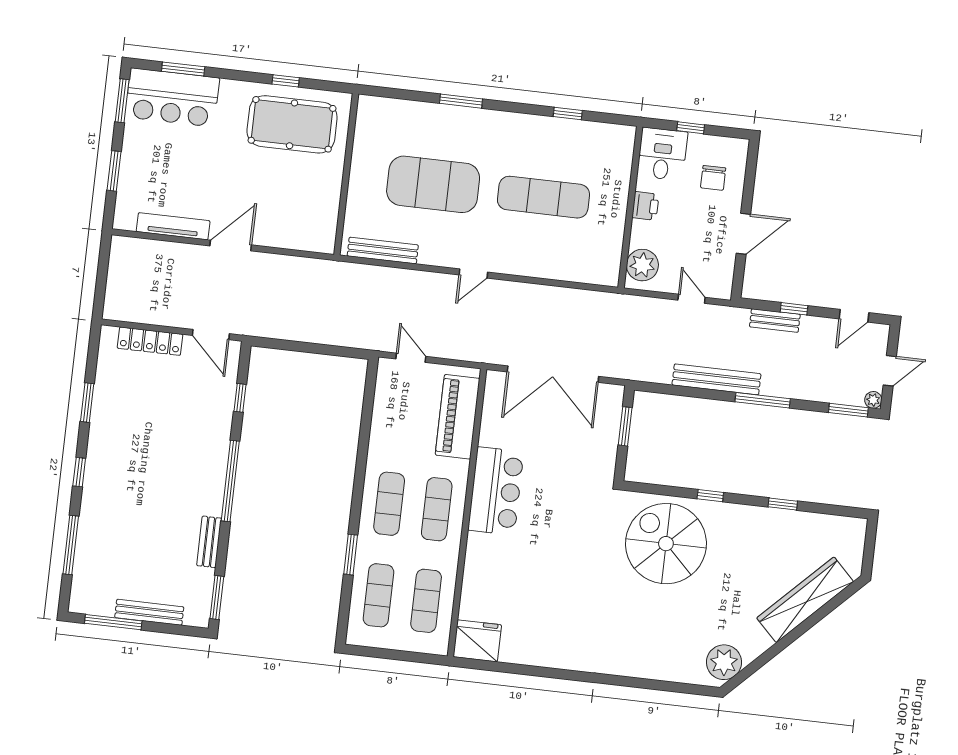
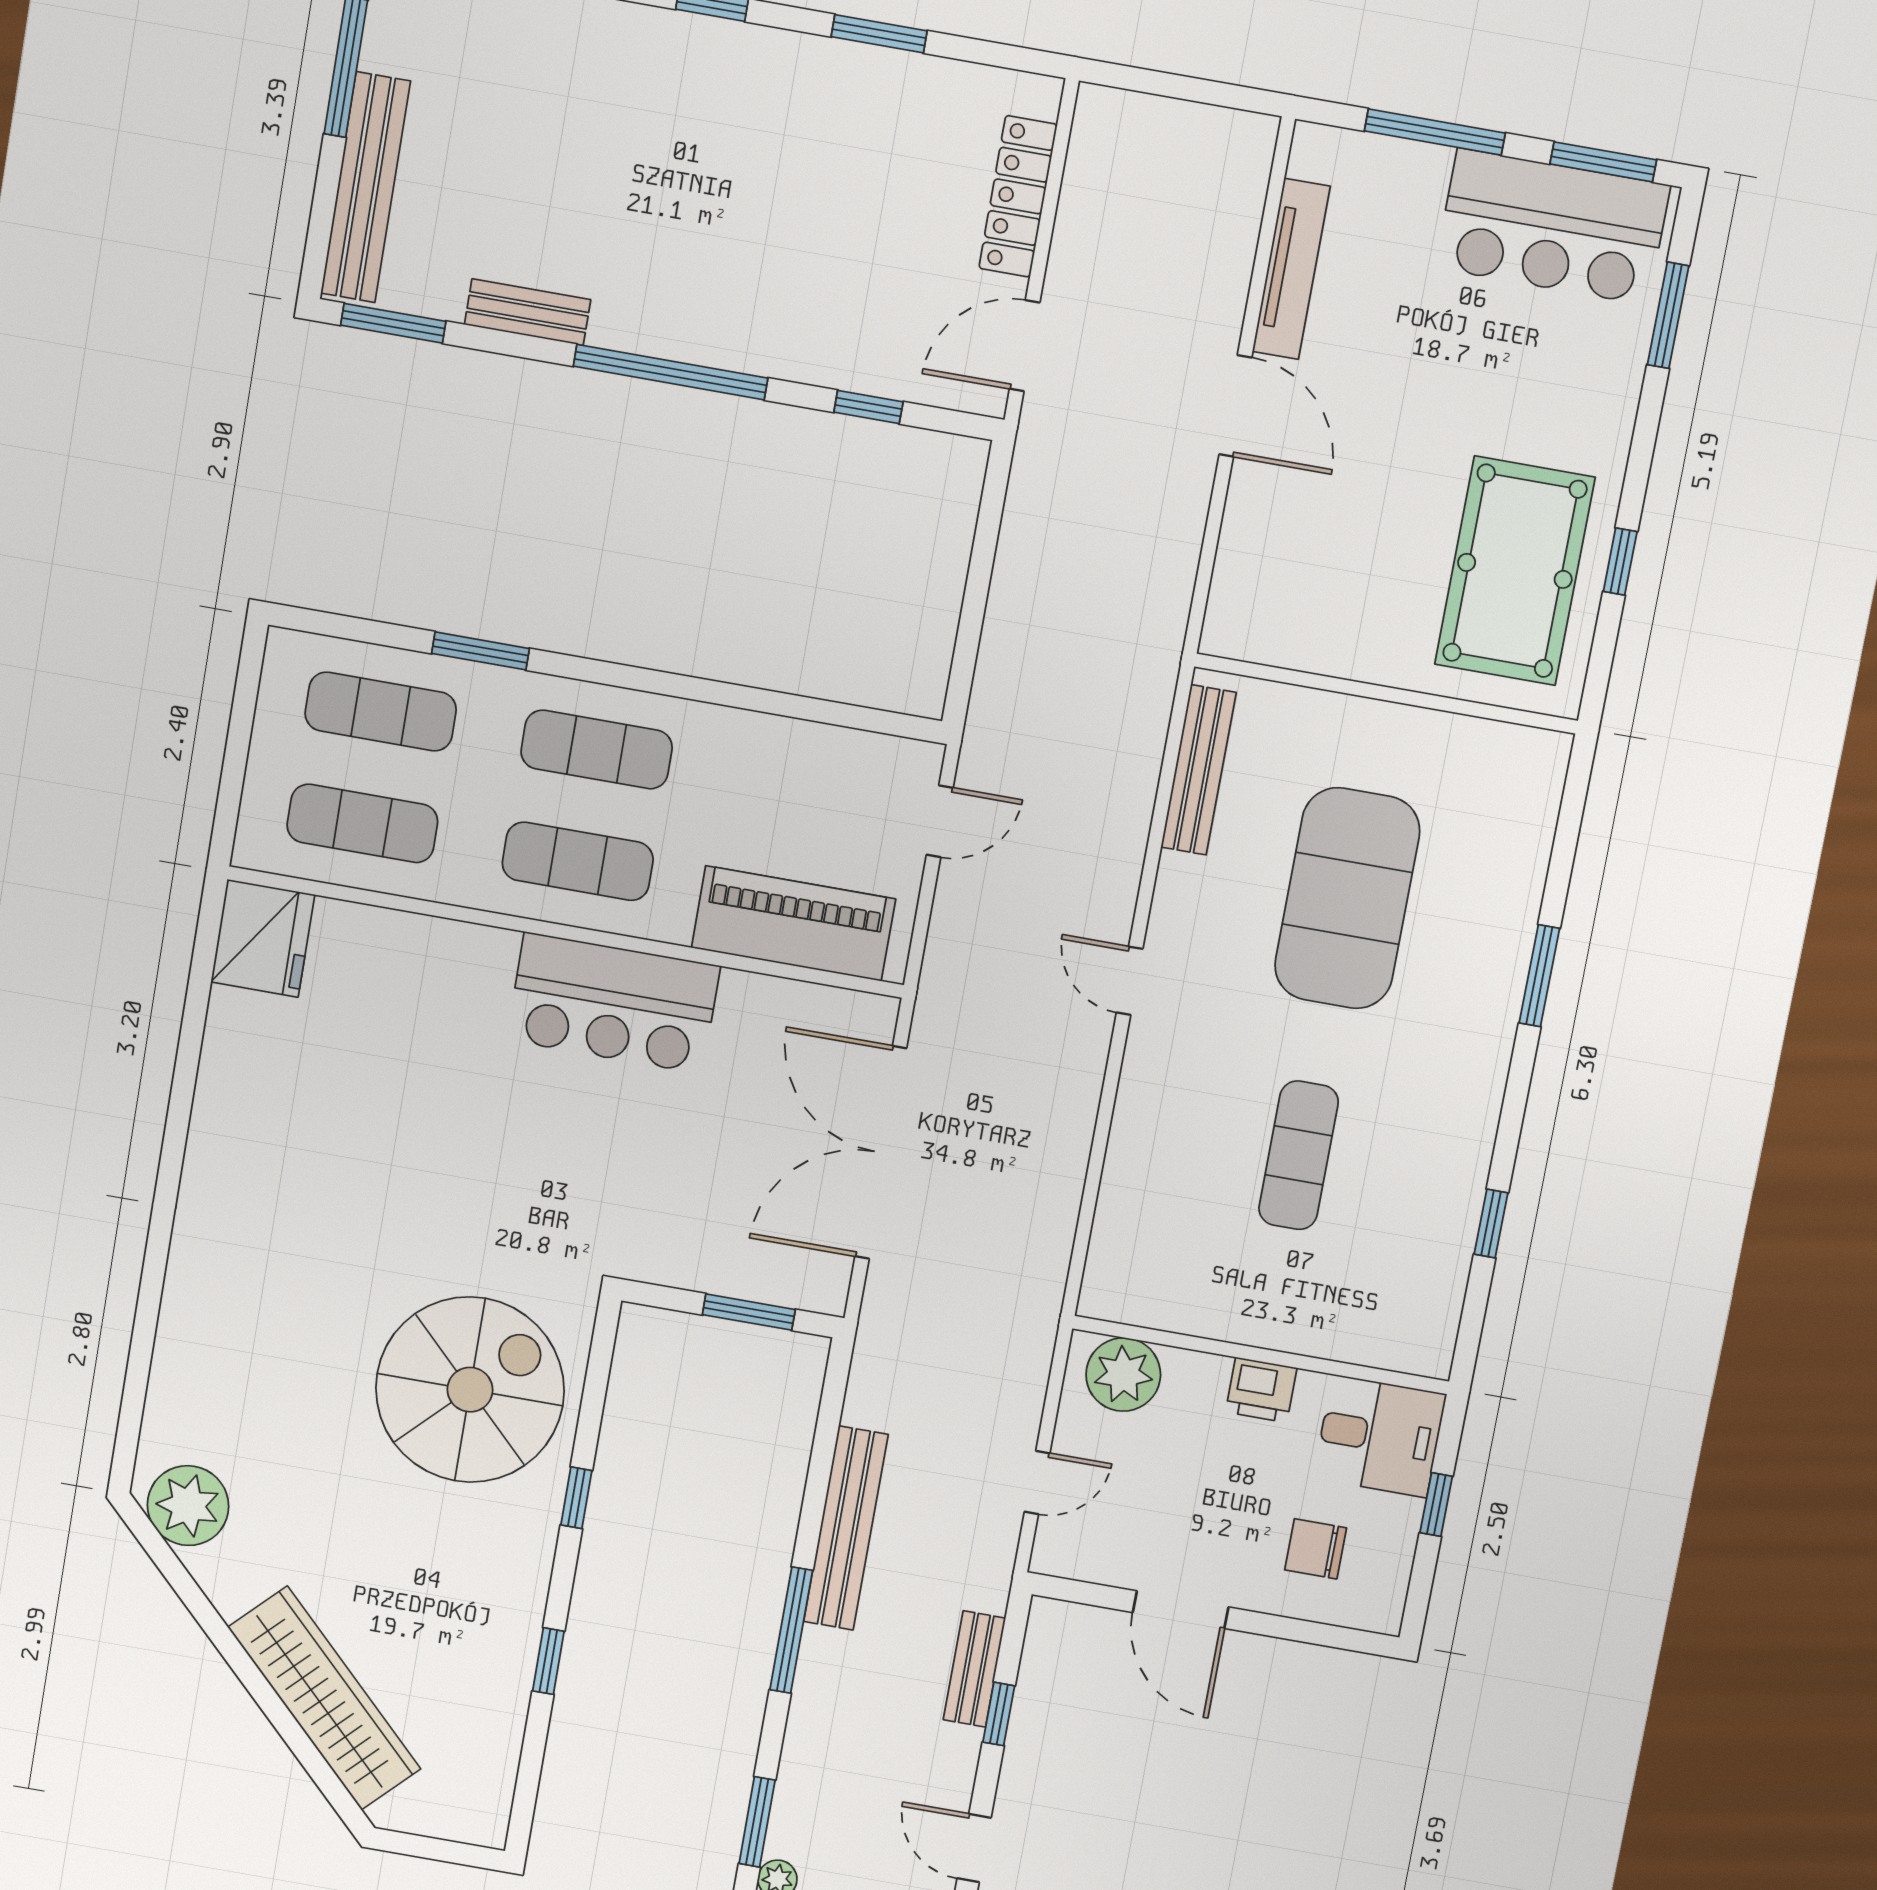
bar counter: (172, 97) -> (1553, 227), moved, turned -90
window: (114, 171) -> (1435, 132), width x1.44
exercise mat: (543, 197) -> (1299, 1155), width x0.73, depth x0.69
bench: (149, 612) -> (366, 187), width x1.37, depth x1.21

